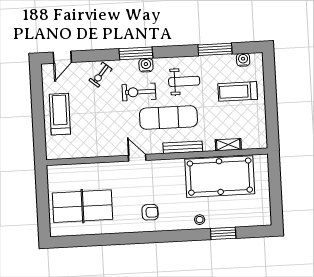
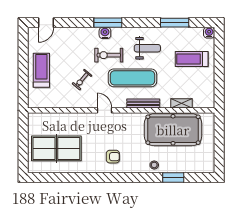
water cooler: (243, 60) -> (209, 33), moved
water cooler: (146, 65) -> (105, 33), moved
exercise bike: (100, 75) -> (82, 80), moved

